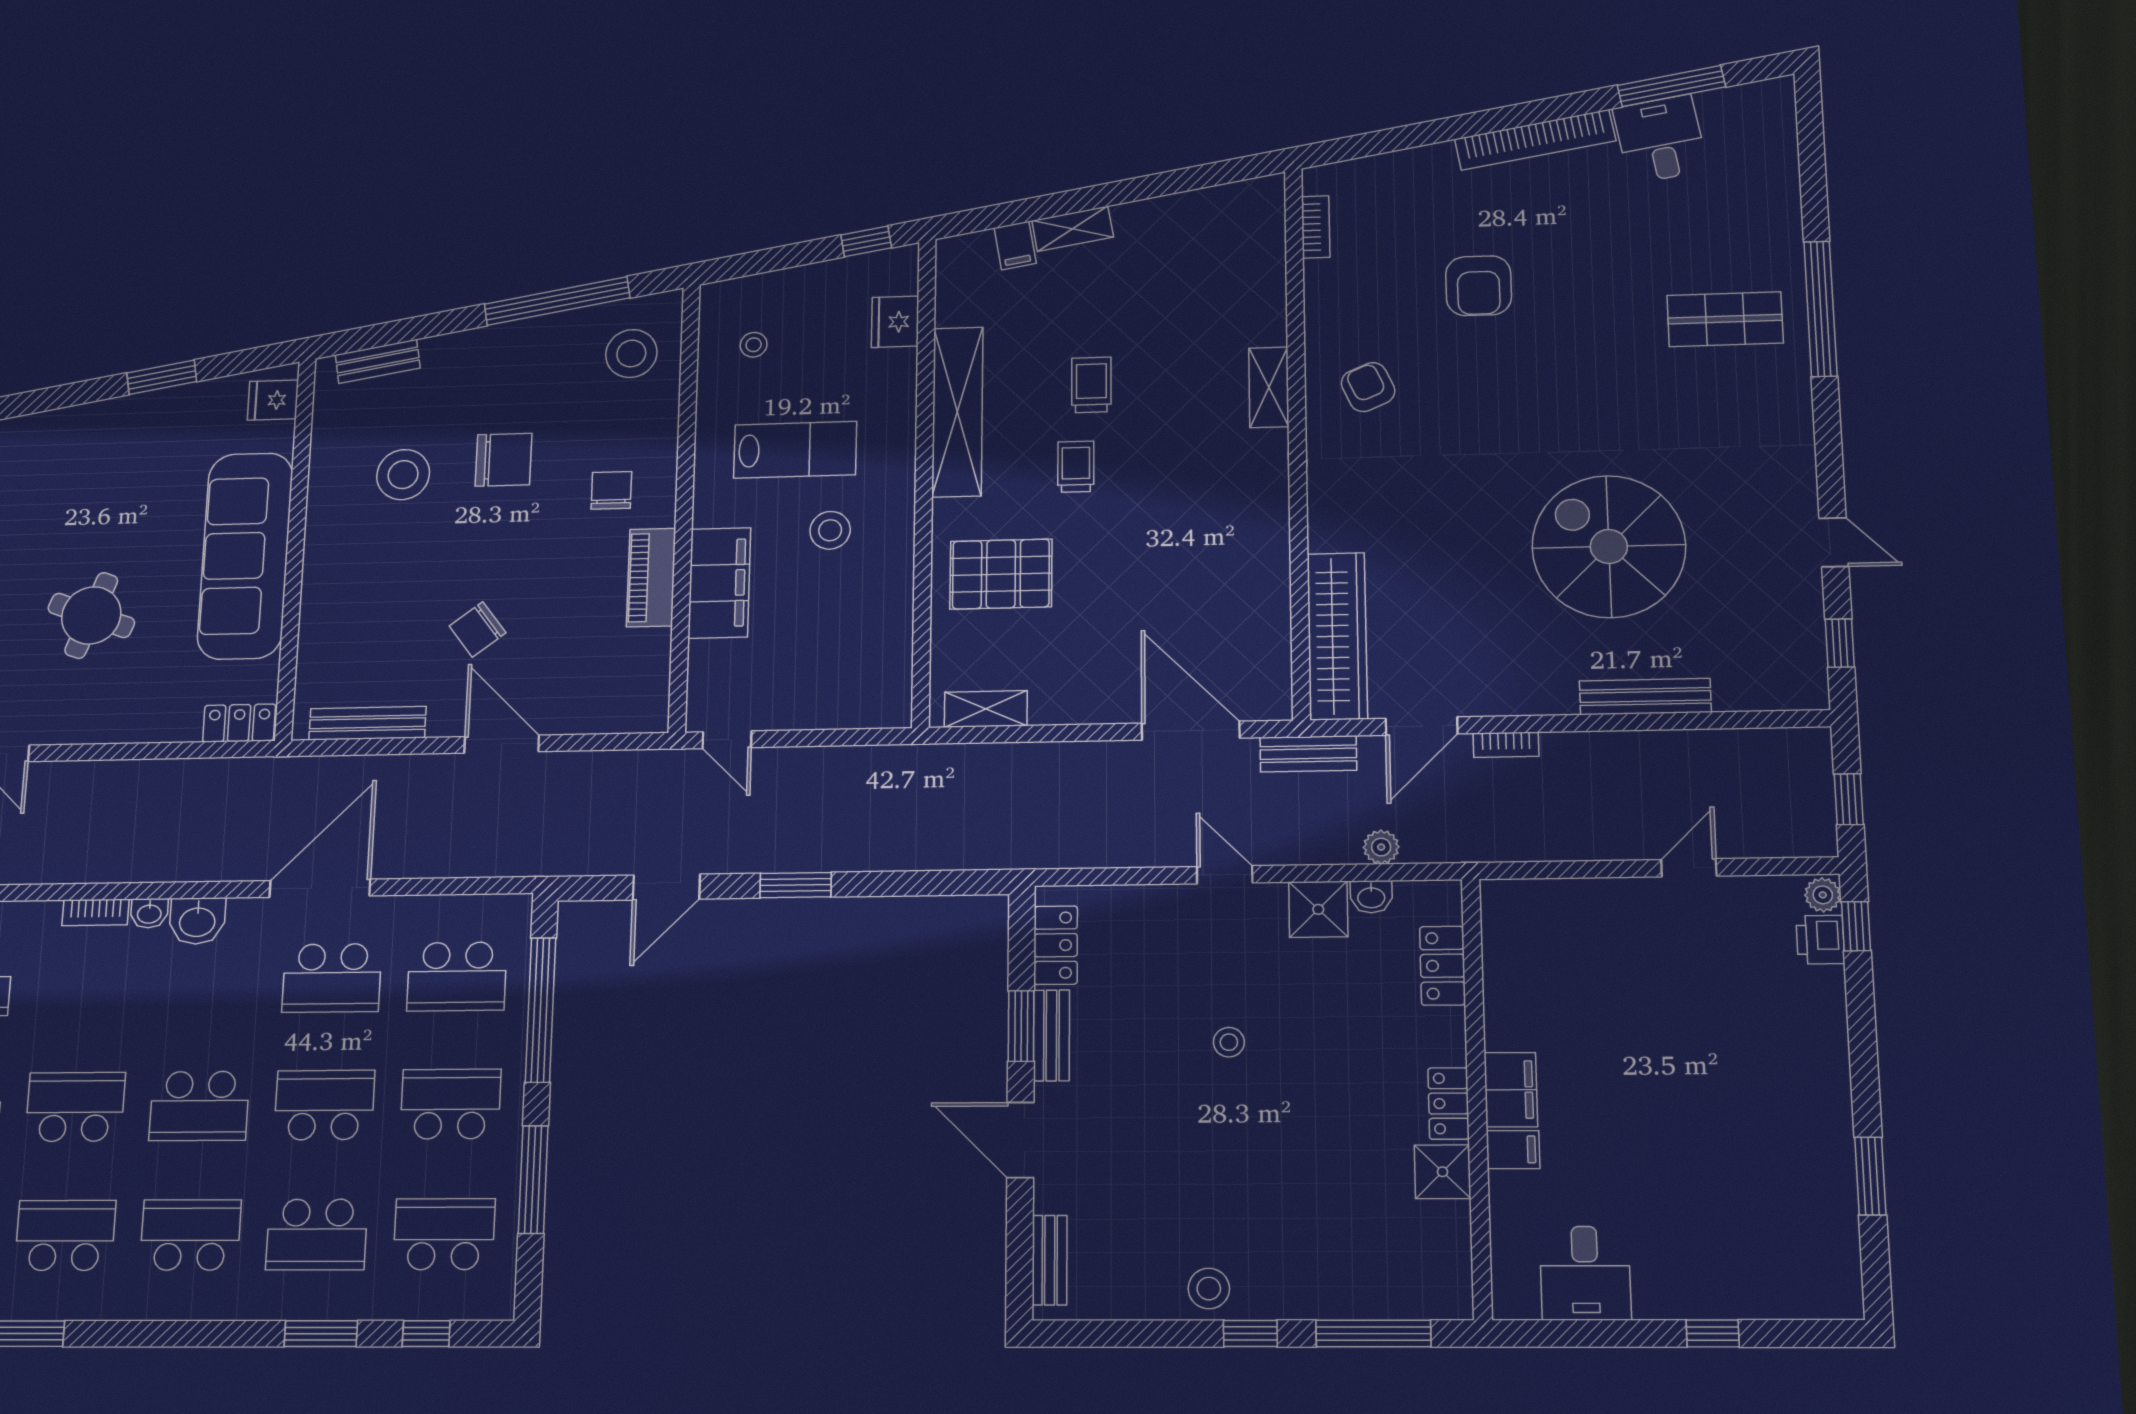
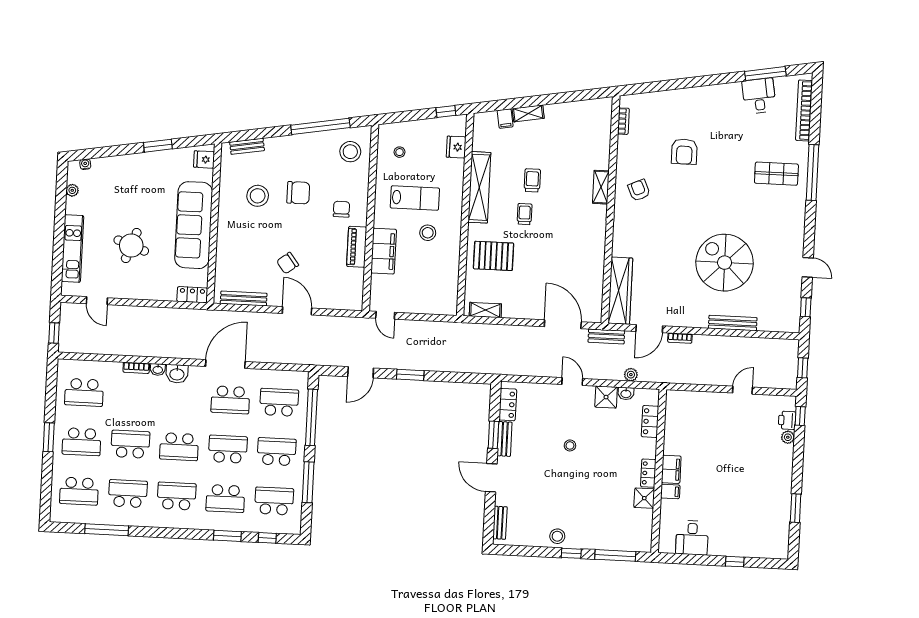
bookcase: (1535, 140) -> (804, 110), moved, turned 100
plant: (1823, 895) -> (788, 437), moved
school desk: (457, 976) -> (279, 402), turned 180

